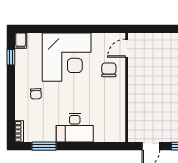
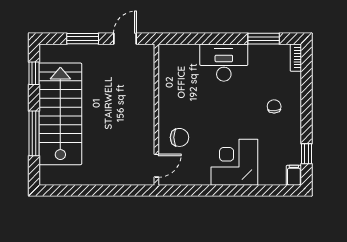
corner desk: (67, 57) -> (234, 162), width x0.74, depth x0.74
chair: (109, 70) -> (179, 137), turned -90

